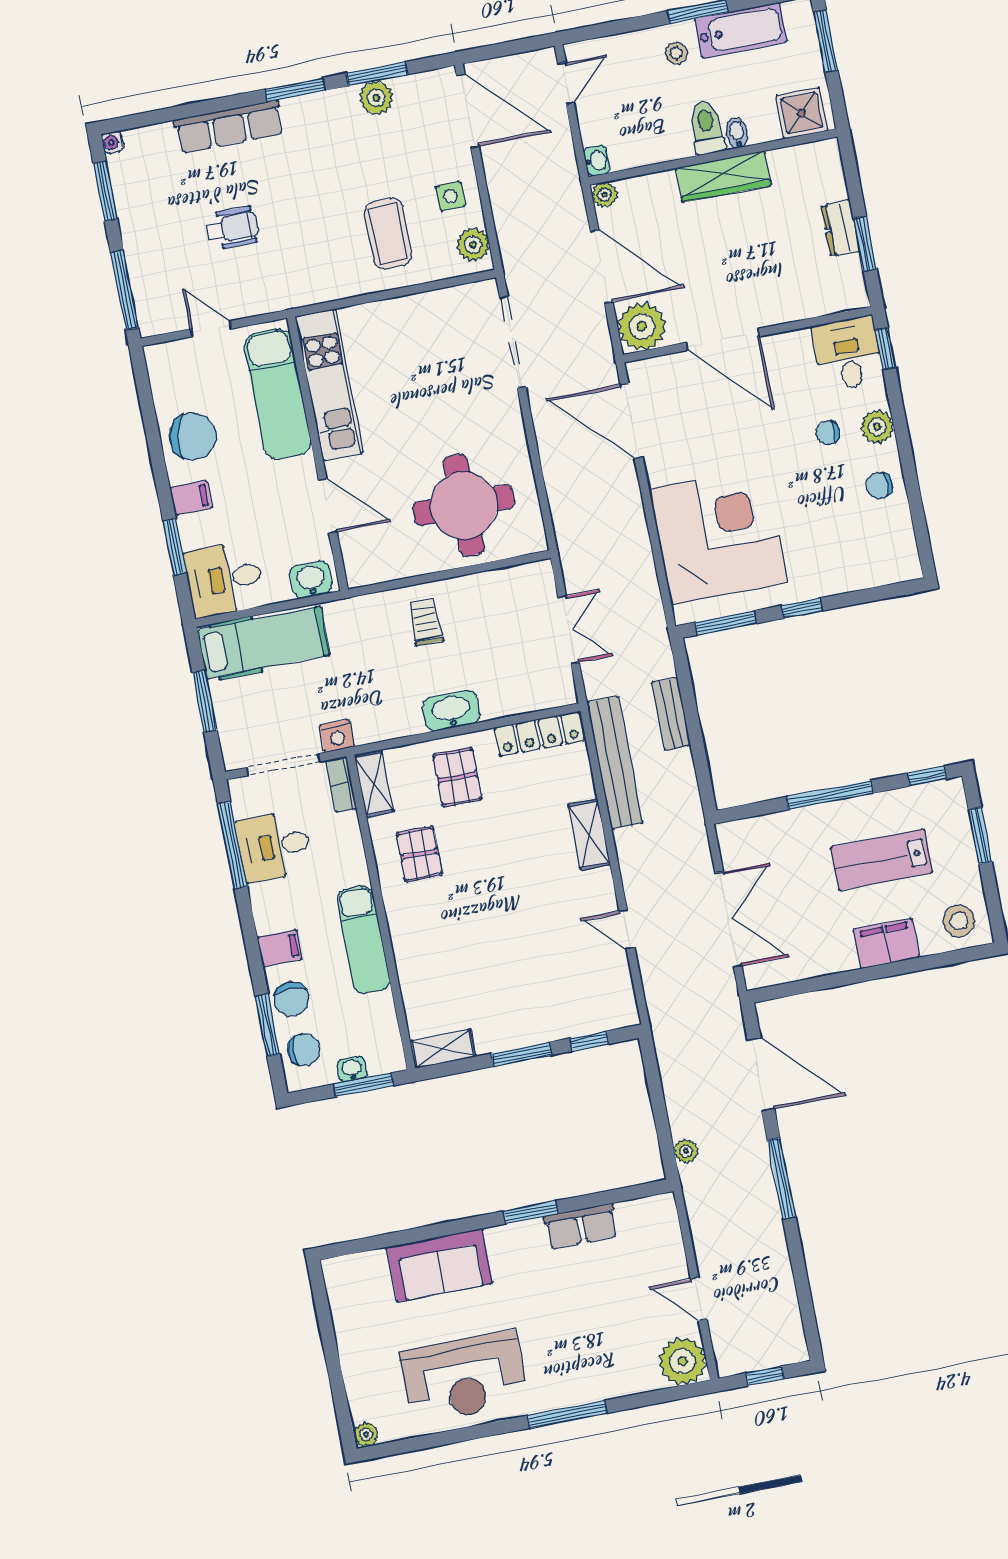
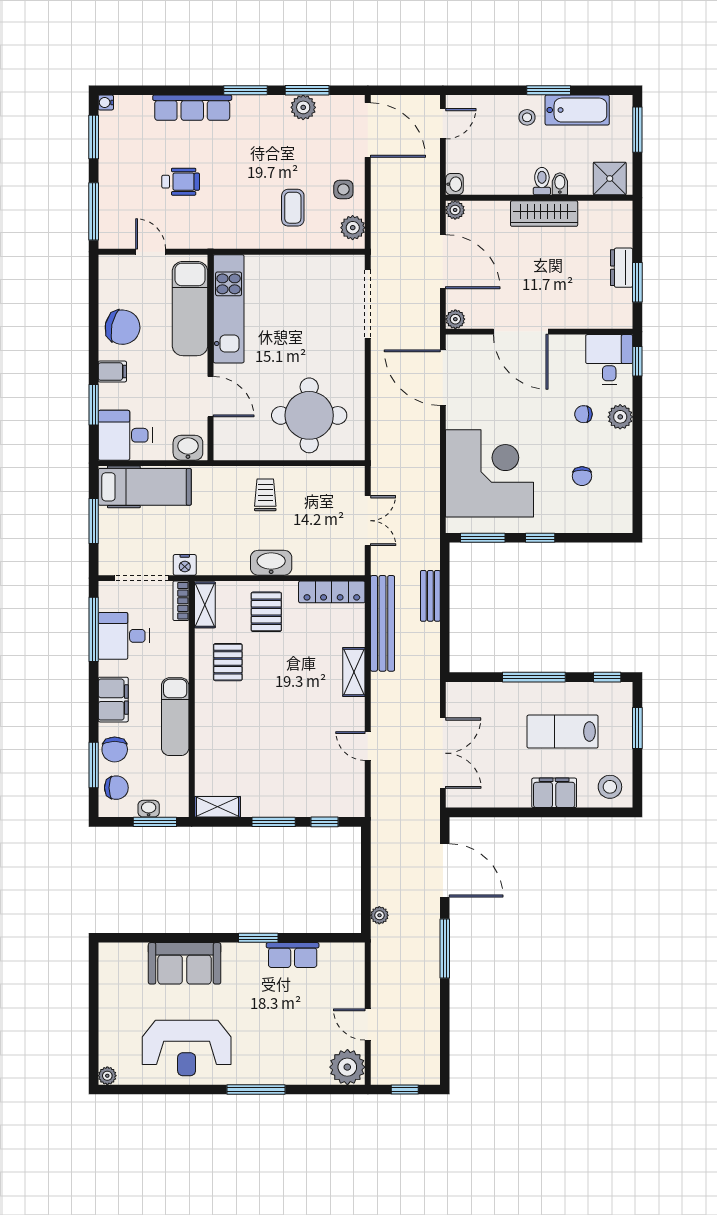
toilet: (707, 128) -> (542, 181), width x0.73, depth x0.72
coffee table: (388, 234) -> (293, 208), width x0.73, depth x0.77
plant: (642, 326) -> (455, 319), width x0.53, depth x0.53
chair: (879, 485) -> (582, 476), moved, turned -90
filing cabinet: (280, 948) -> (113, 700), width x2.00

